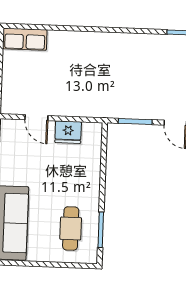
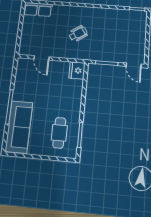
wheelchair: (90, 77) -> (78, 34), added
fridge: (68, 132) -> (77, 70), moved, turned 90

